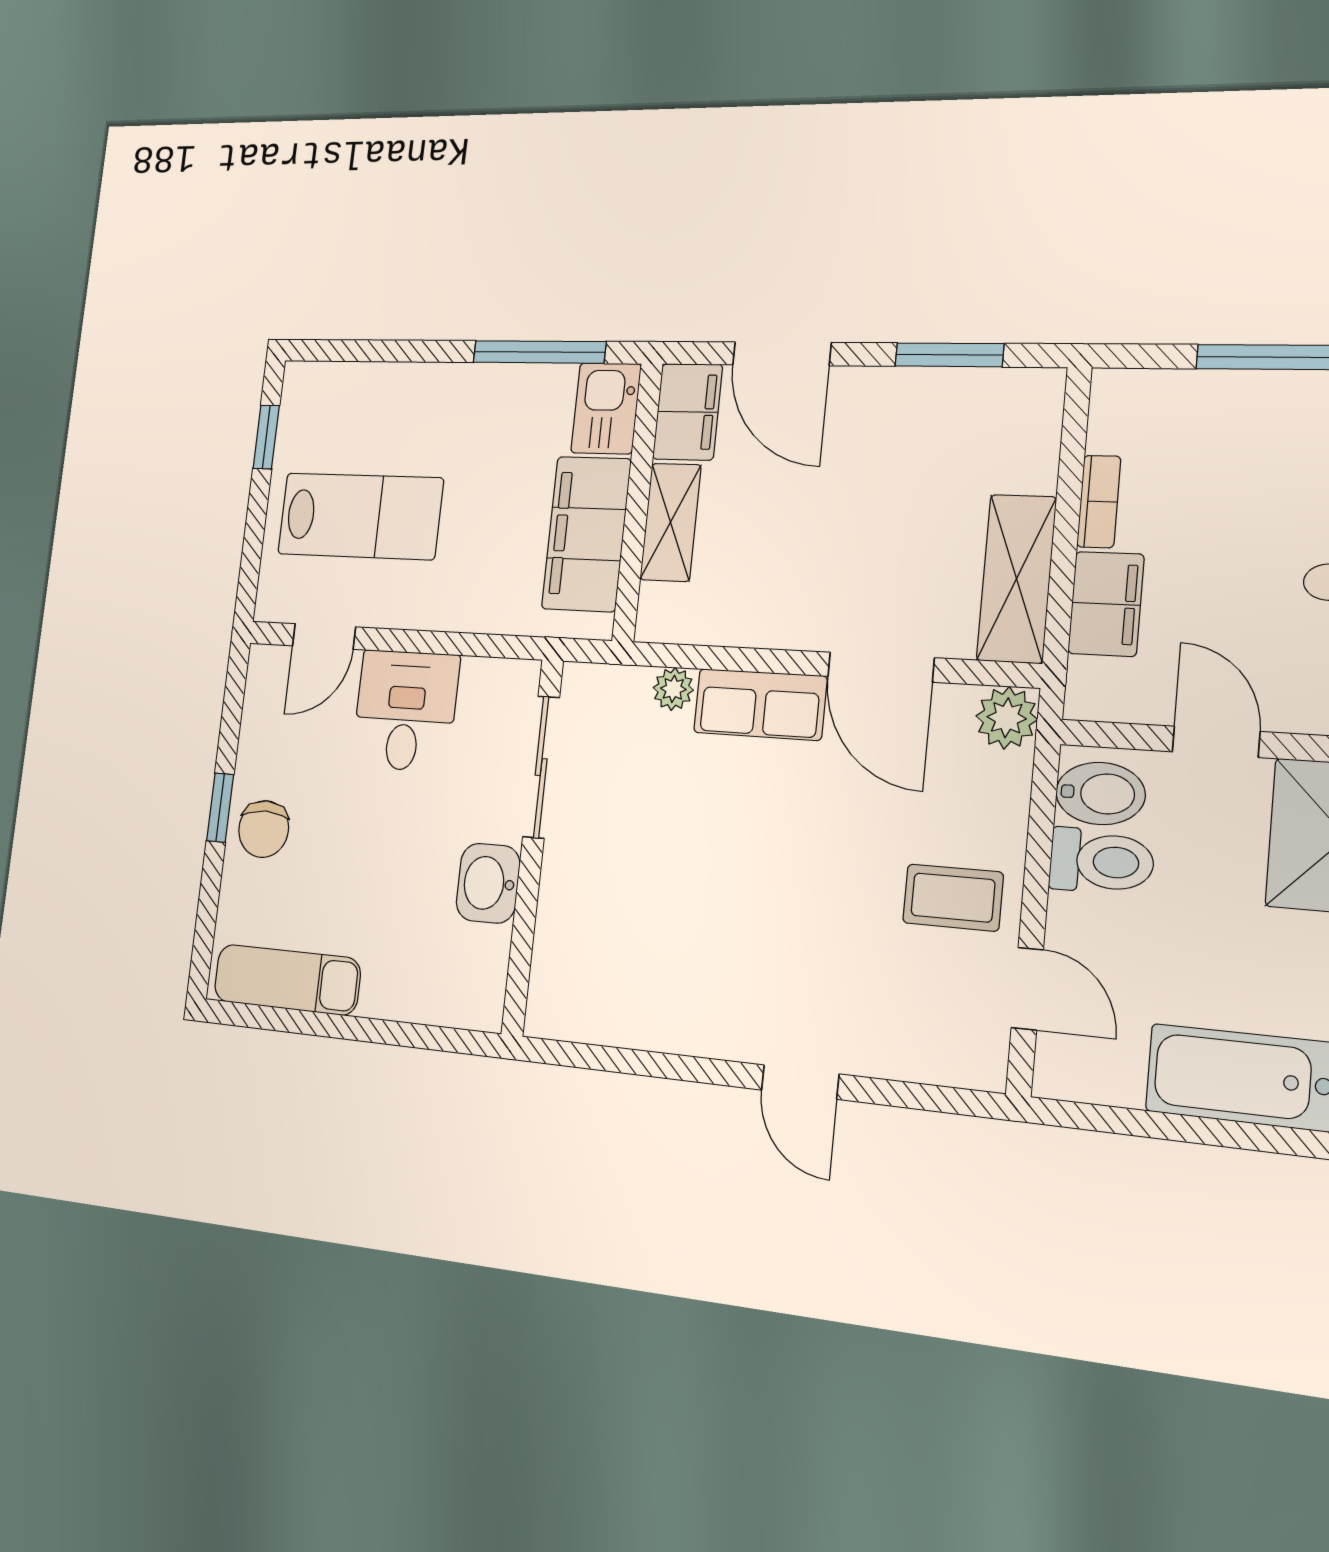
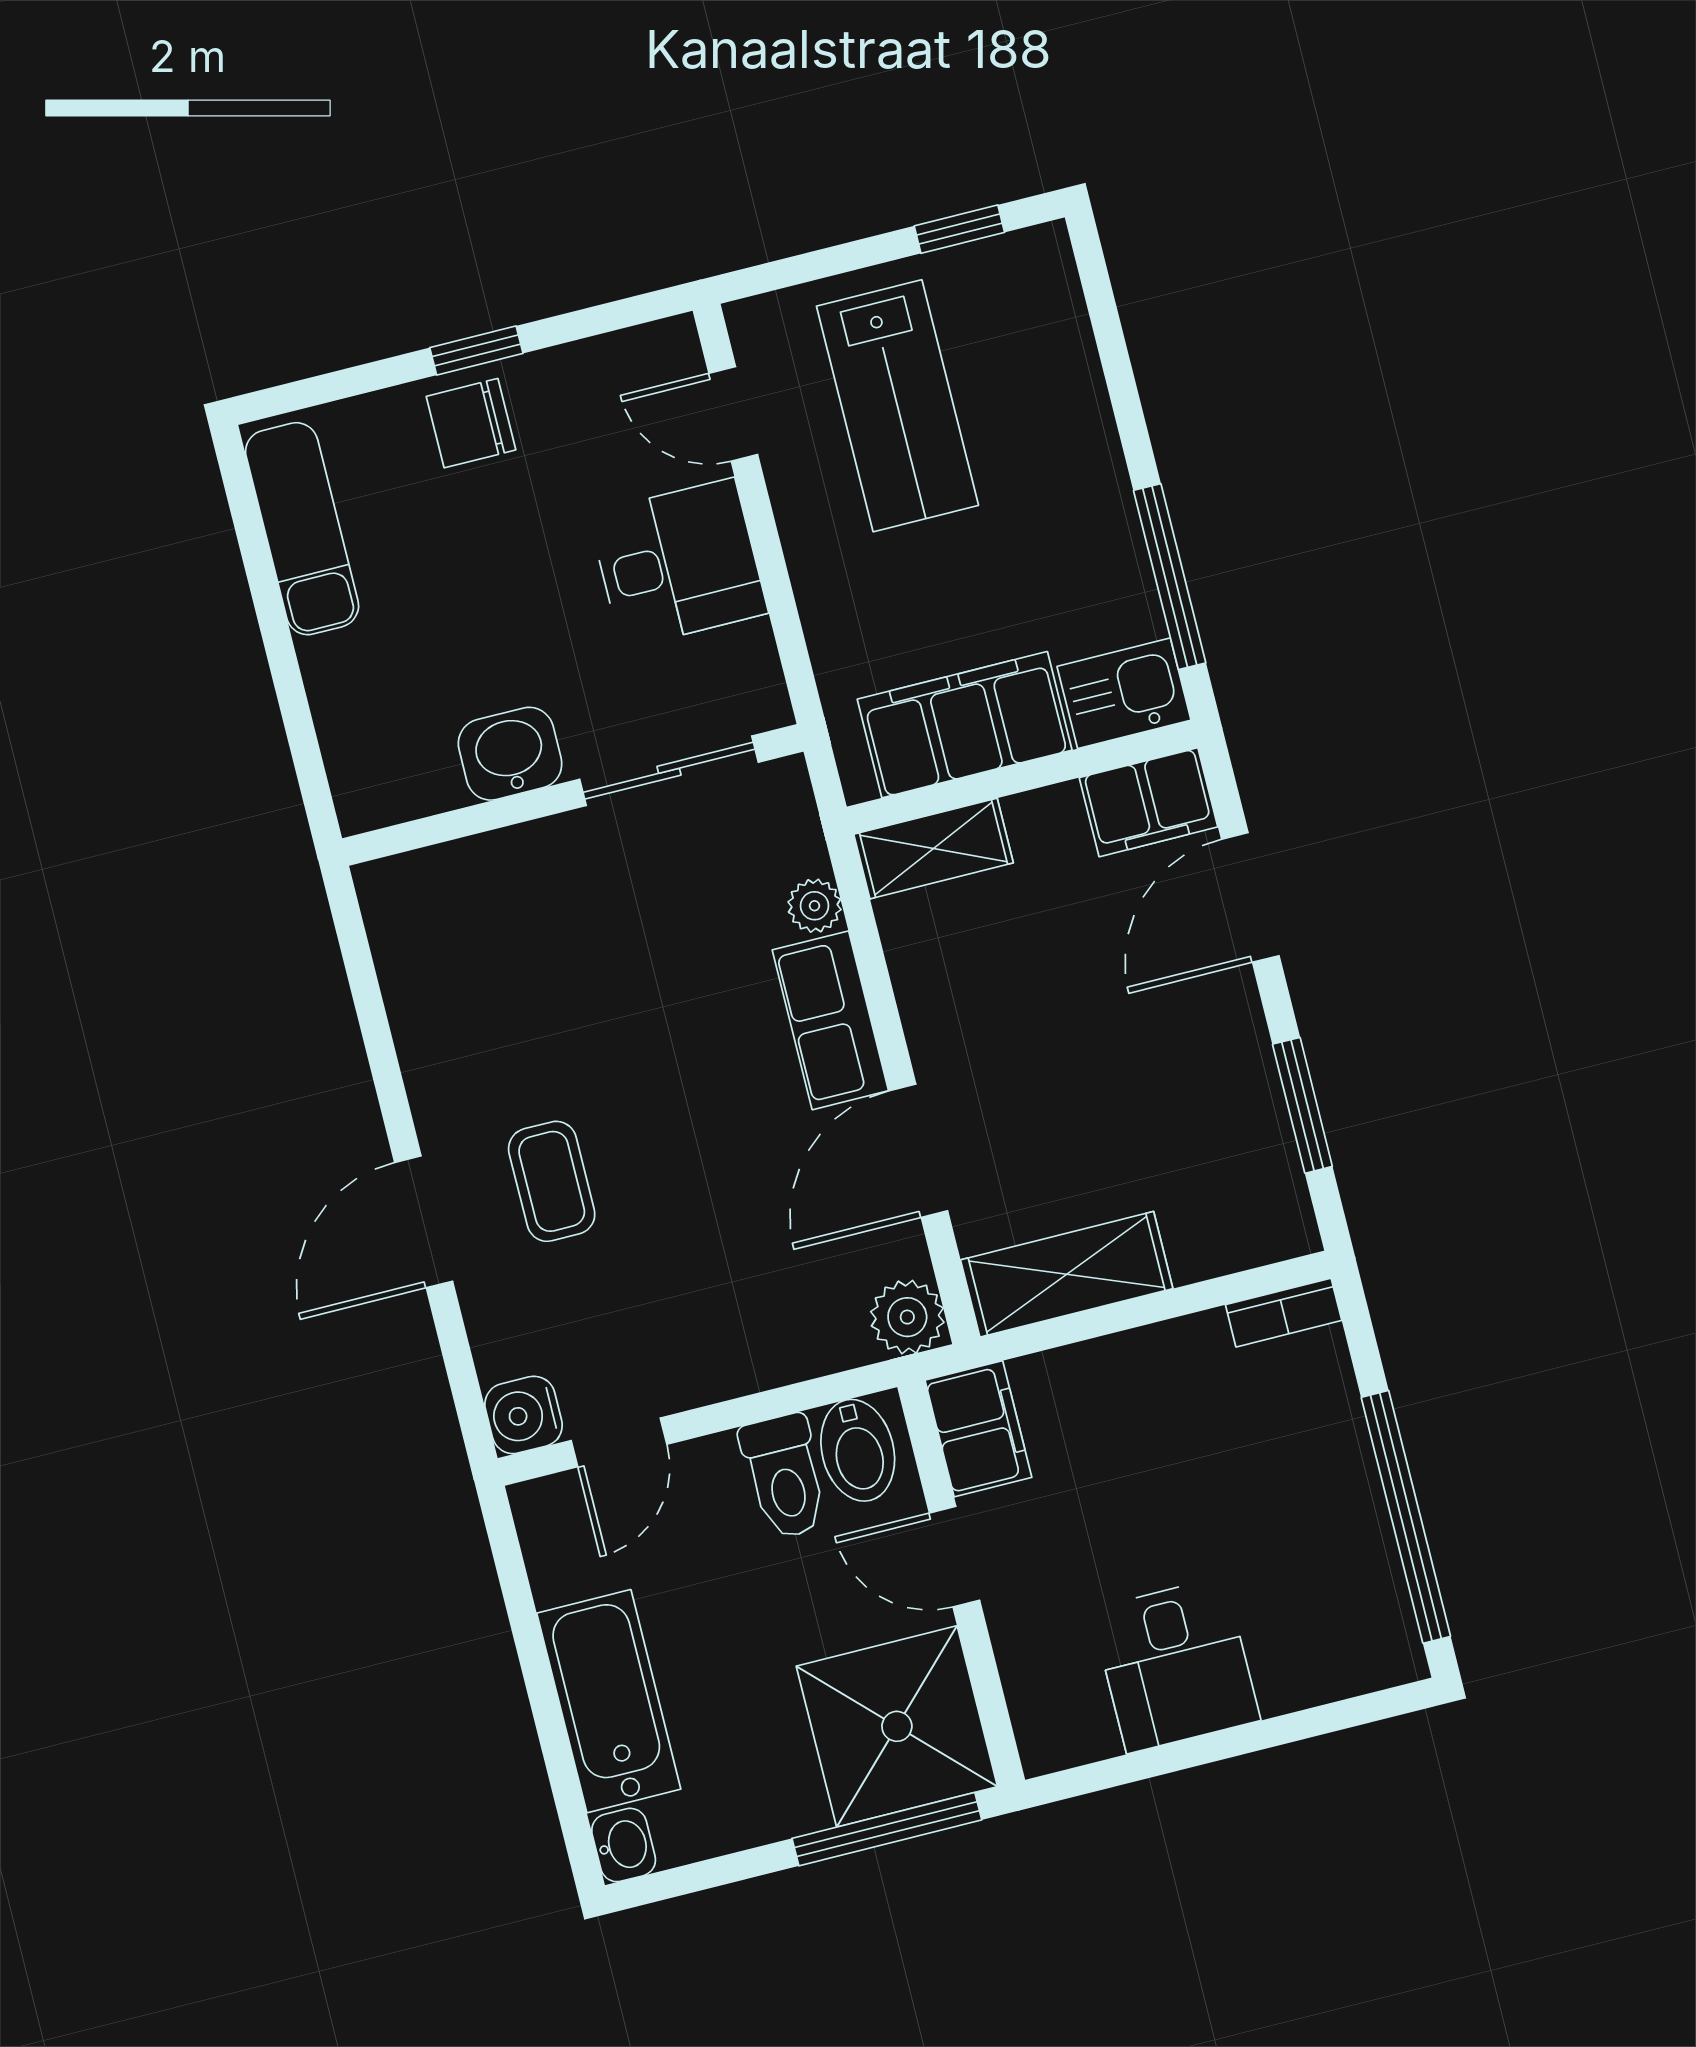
bookcase: (1099, 502) -> (1284, 1313), moved
shelving: (671, 522) -> (933, 848), moved
filing cabinet: (1106, 604) -> (978, 1429), moved, turned -90
door: (1216, 742) -> (954, 1557), swing flipped
coffee table: (953, 898) -> (552, 1181), moved
water cooler: (978, 1059) -> (524, 1415), added
door: (800, 1082) -> (424, 1222), width x1.38

